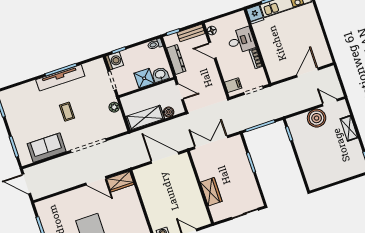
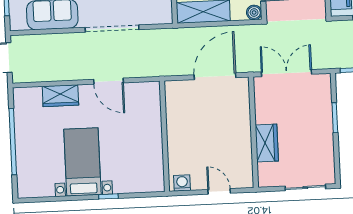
boiler: (169, 112) -> (254, 13), moved
door: (165, 158) -> (215, 76), hinge flipped
wardrobe: (120, 182) -> (60, 96), moved

